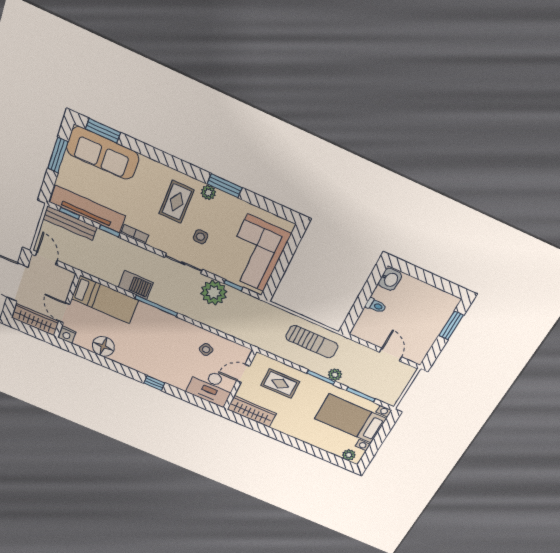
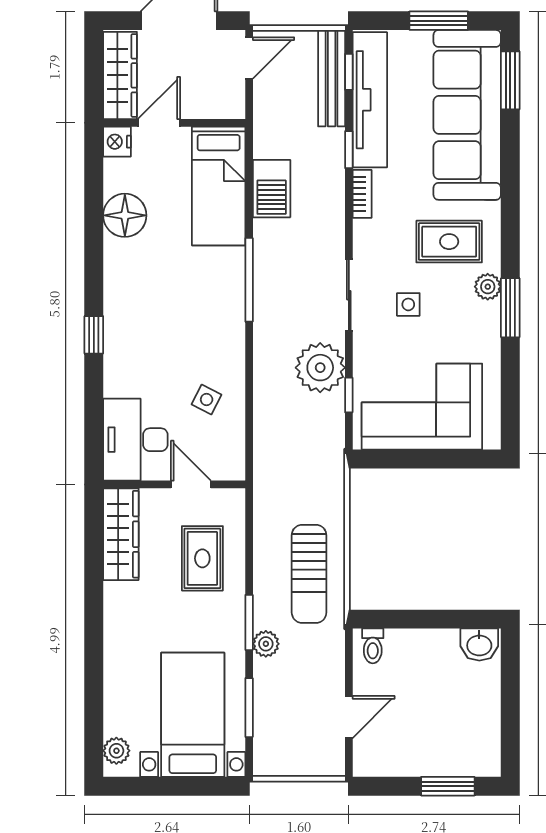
sofa: (103, 153) -> (467, 115), width x1.36, depth x1.27
barbecue: (136, 285) -> (272, 189), moved
toilet: (376, 306) -> (373, 646), moved

